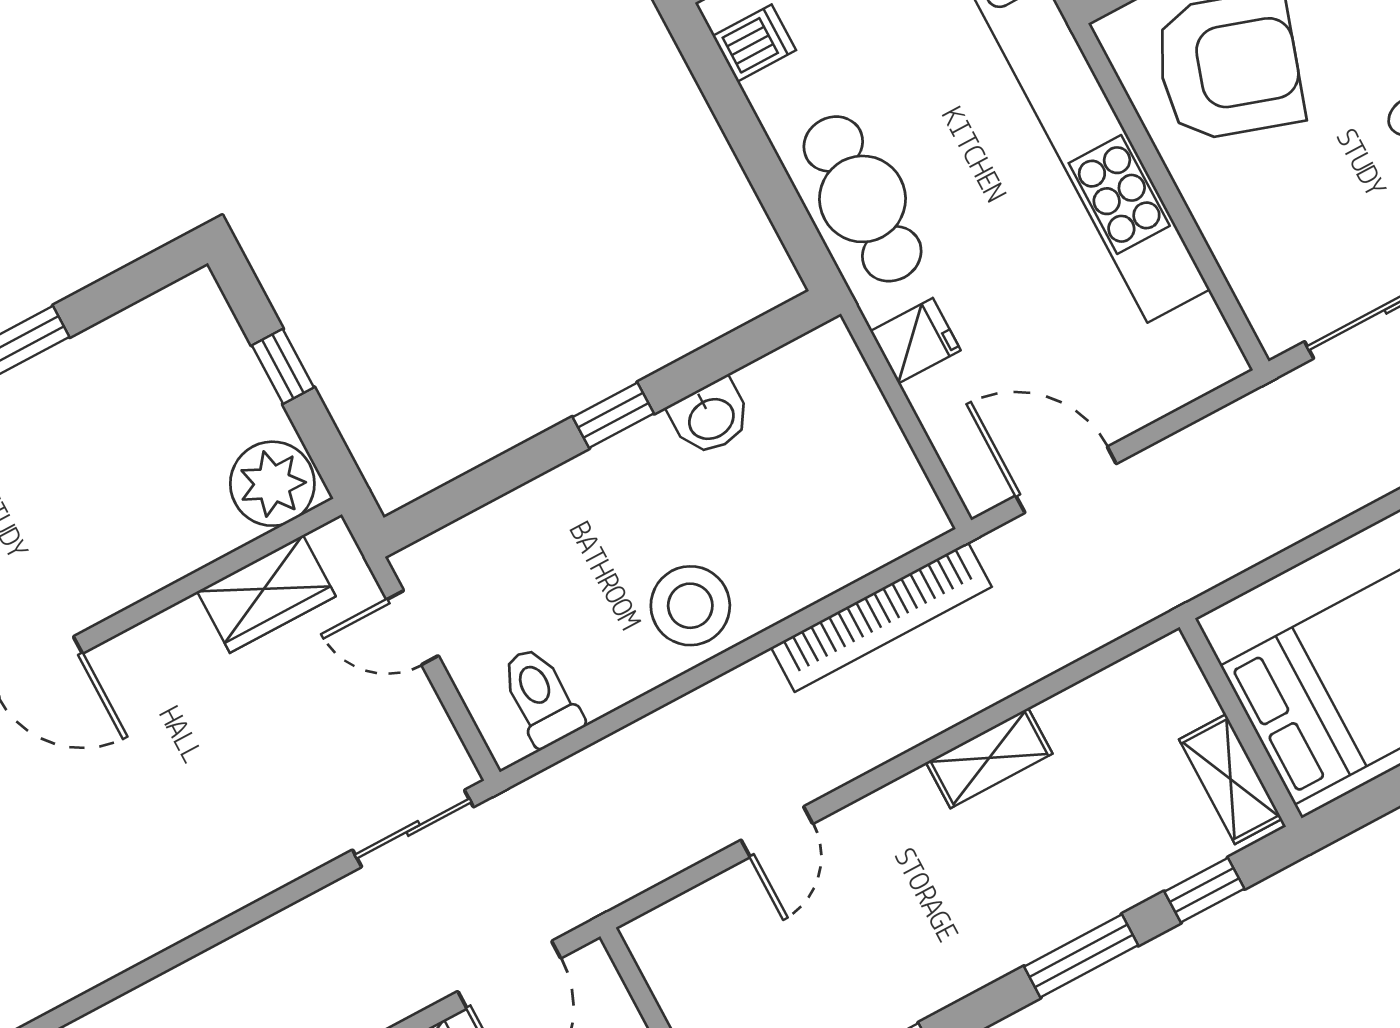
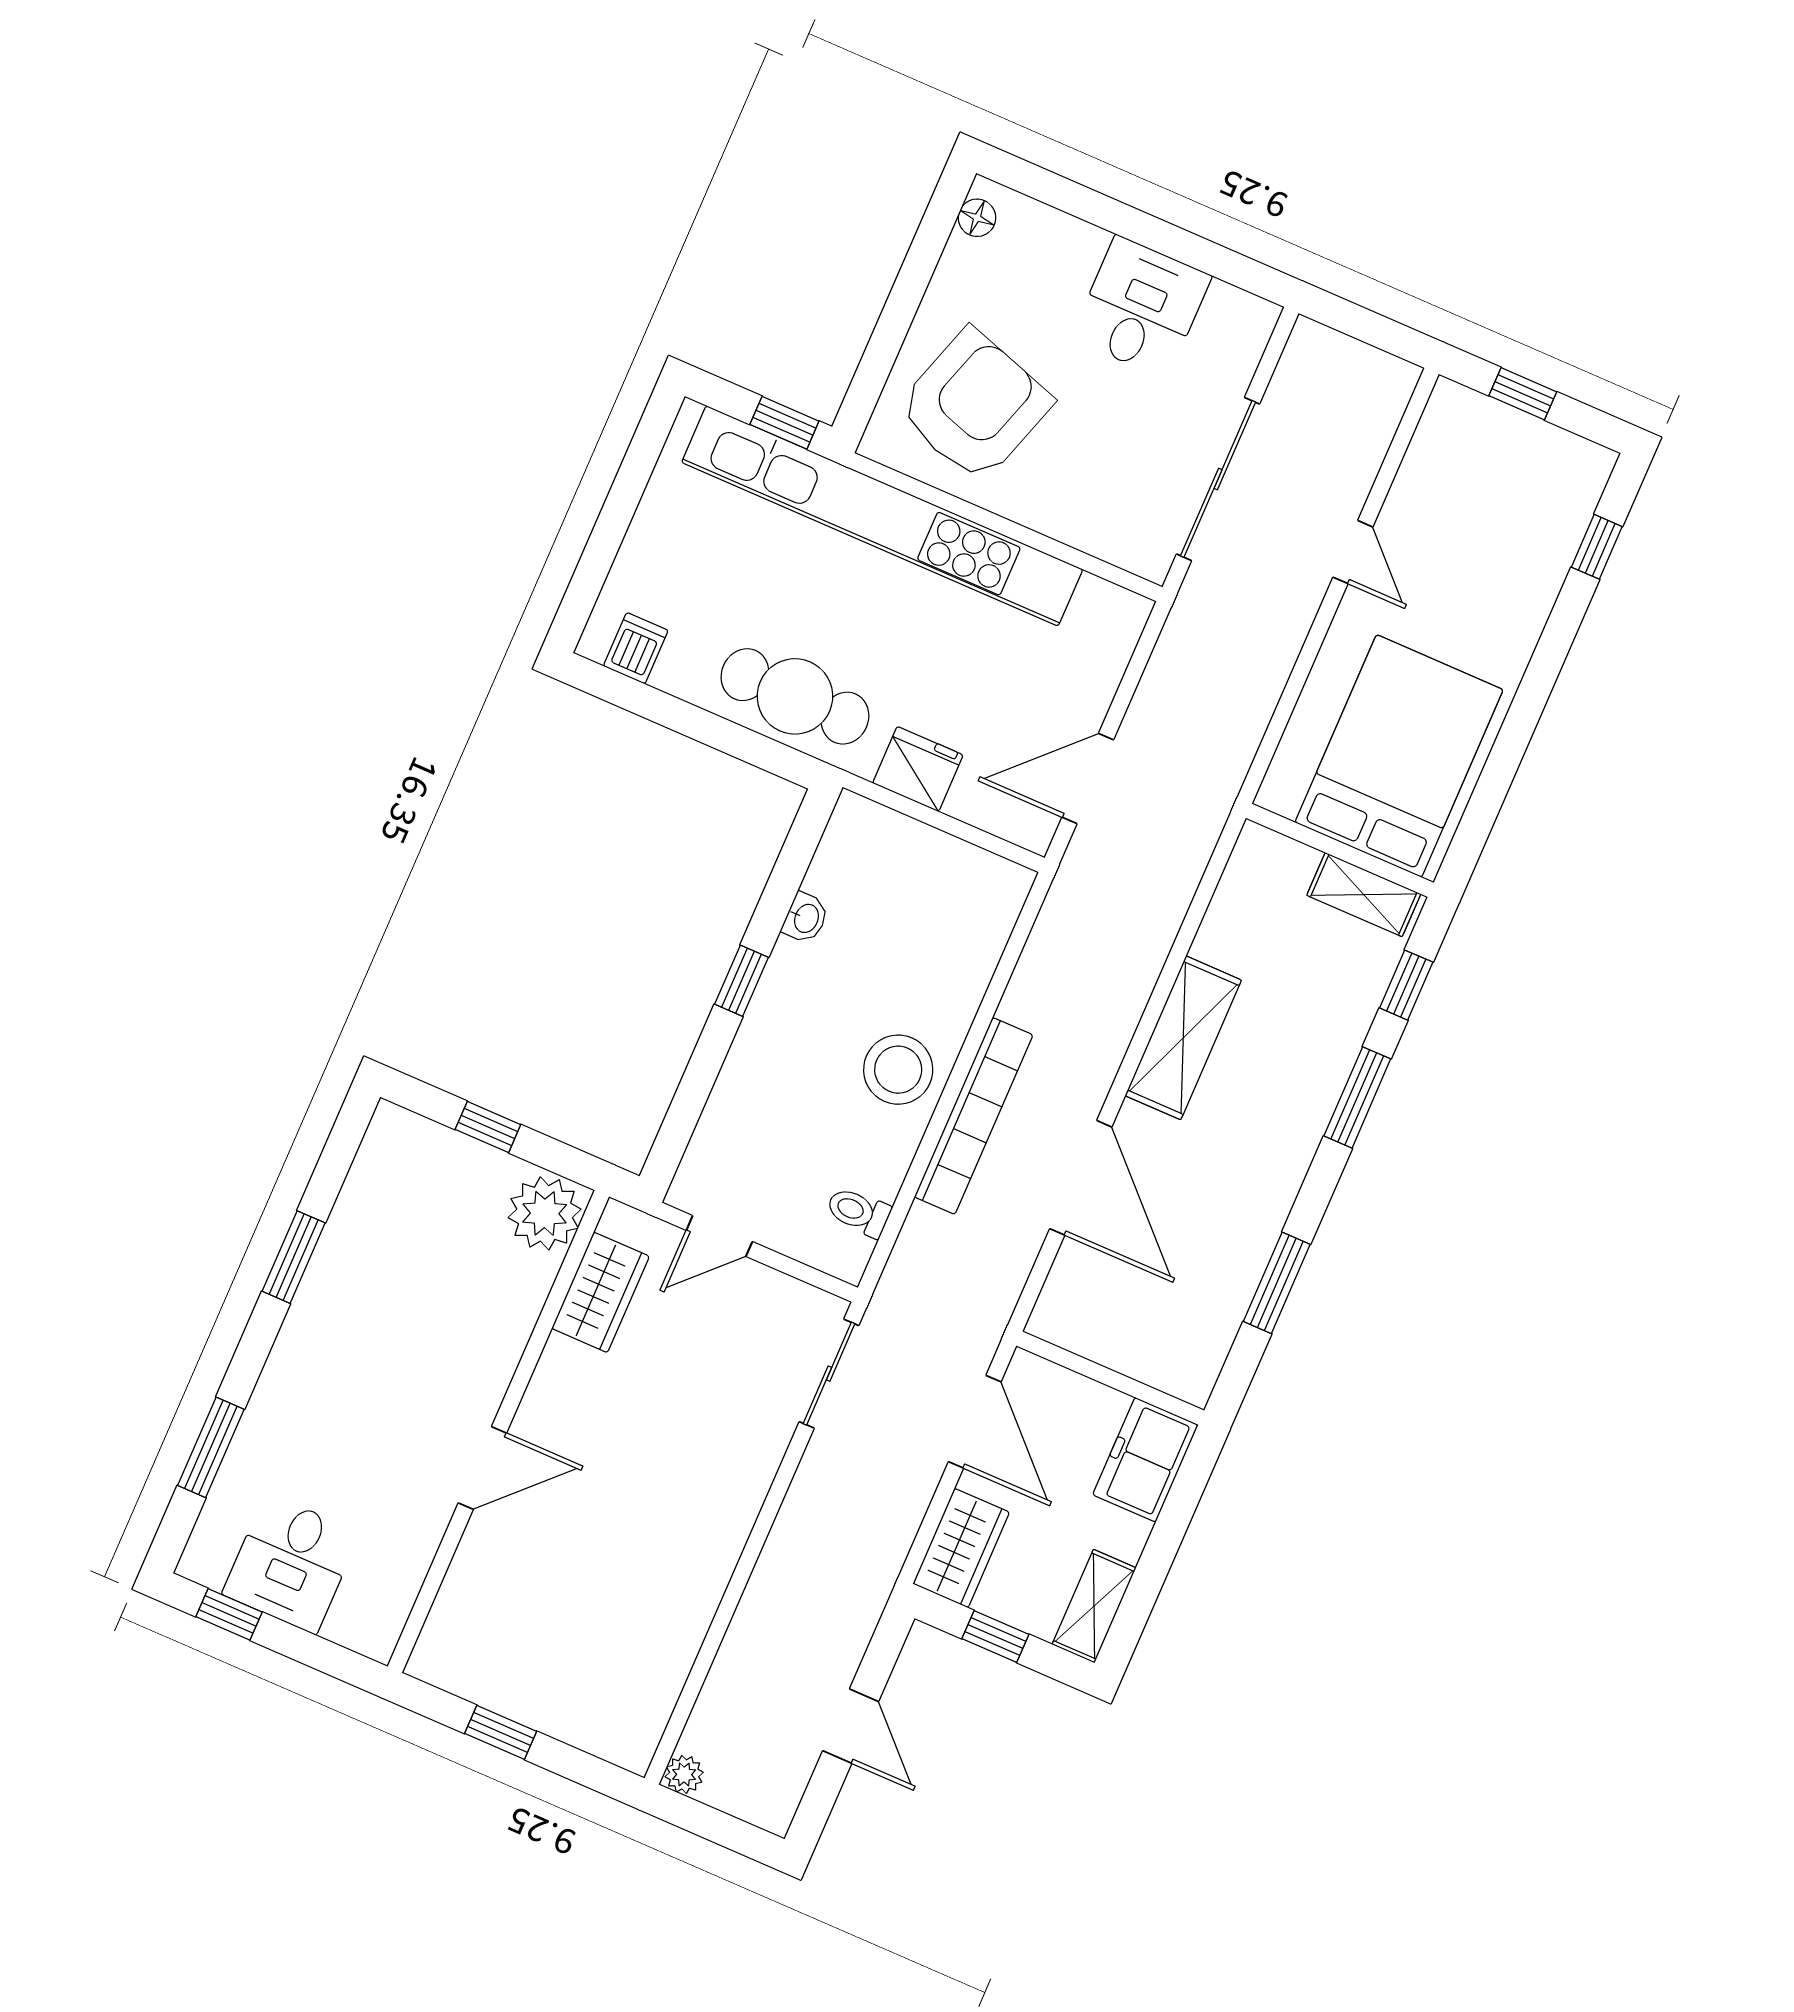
fridge: (915, 341) -> (918, 769), width x1.38
washbasin: (711, 417) -> (805, 918), width x0.72, depth x0.69
bookcase: (881, 617) -> (974, 1116), moved
toilet: (541, 697) -> (858, 1212), width x0.73, depth x0.72
shelving: (989, 758) -> (1183, 1038), width x1.50, depth x1.33
door: (777, 832) -> (1081, 1178), width x1.88

